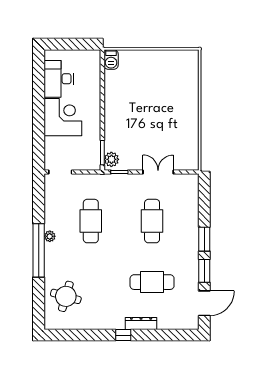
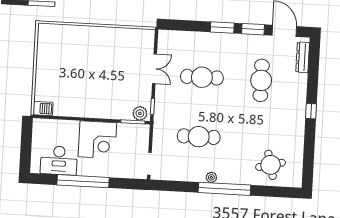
window: (39, 105) -> (83, 181), added
corner desk: (63, 117) -> (97, 140), moved, turned 180
double door: (158, 172) -> (155, 69), swing flipped
round table: (66, 296) -> (271, 165), turned -30
dresser: (141, 323) -> (303, 57), moved

